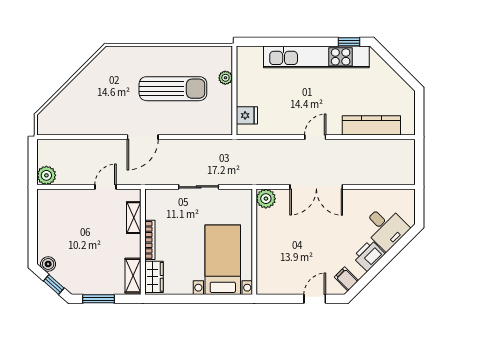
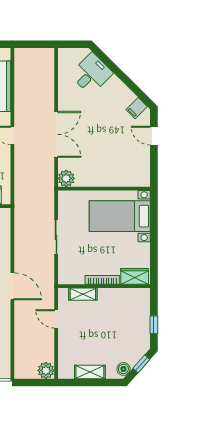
printer: (369, 255) -> (116, 88), removed
shelving: (133, 276) -> (90, 372), moved
window: (99, 299) -> (154, 325), width x0.67

